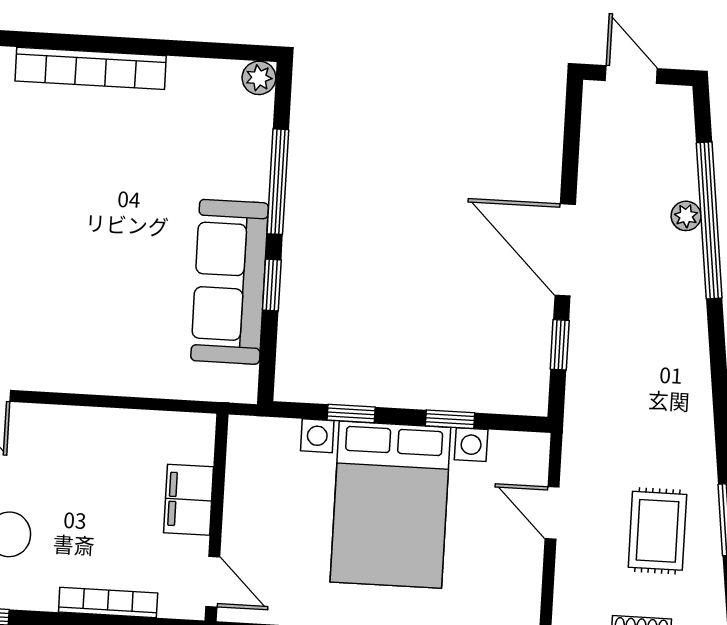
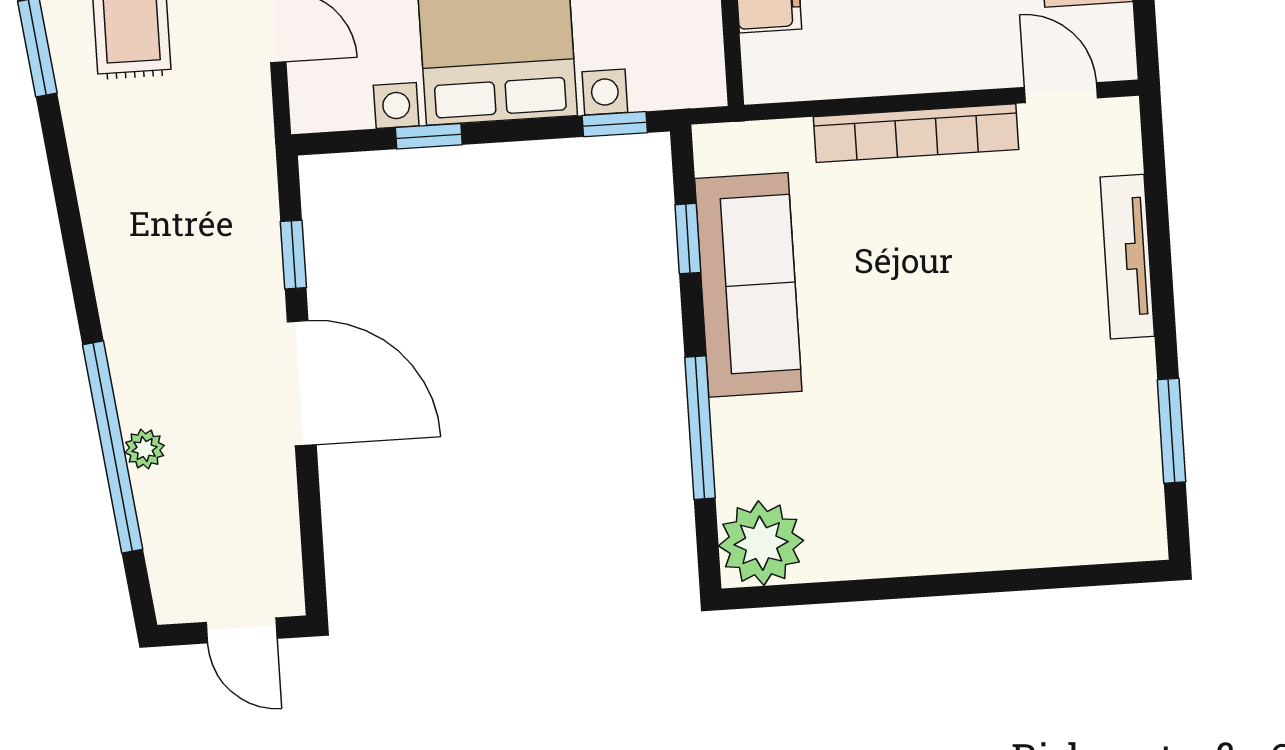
bookcase: (91, 68) -> (916, 133), moved, turned 180
plant: (259, 78) -> (761, 543), width x1.87, depth x1.87
window: (272, 285) -> (688, 239), moved
window: (351, 414) -> (615, 124), moved

